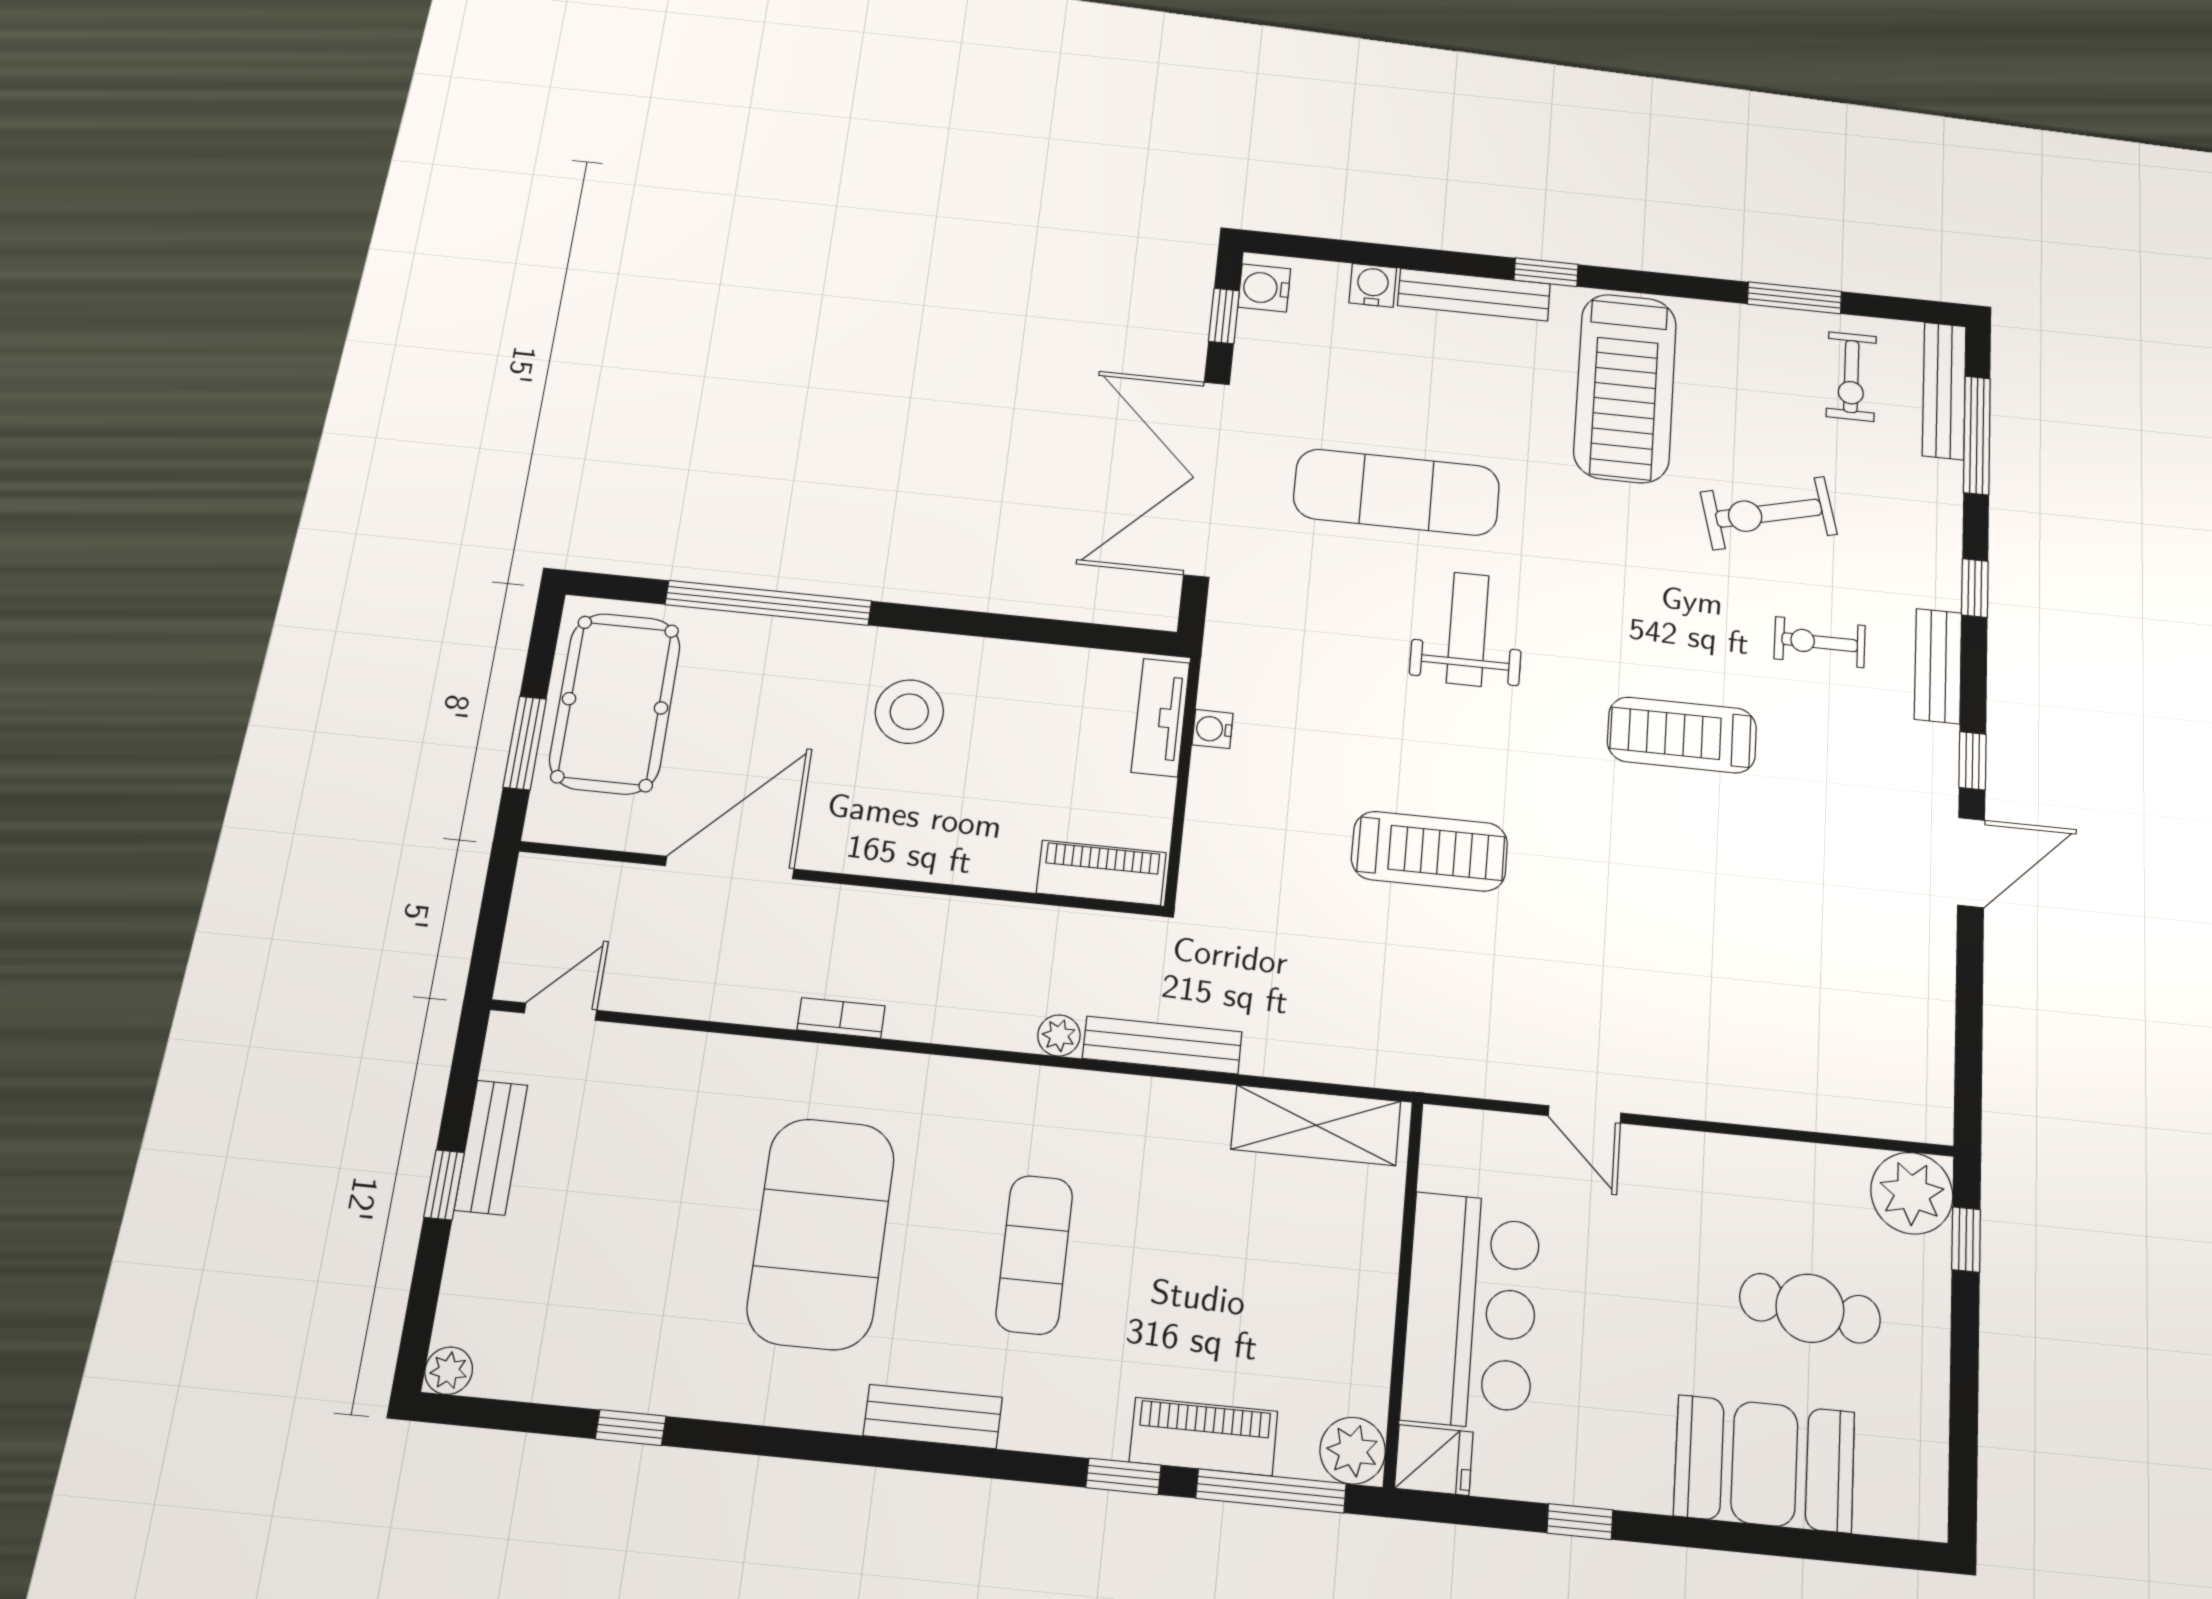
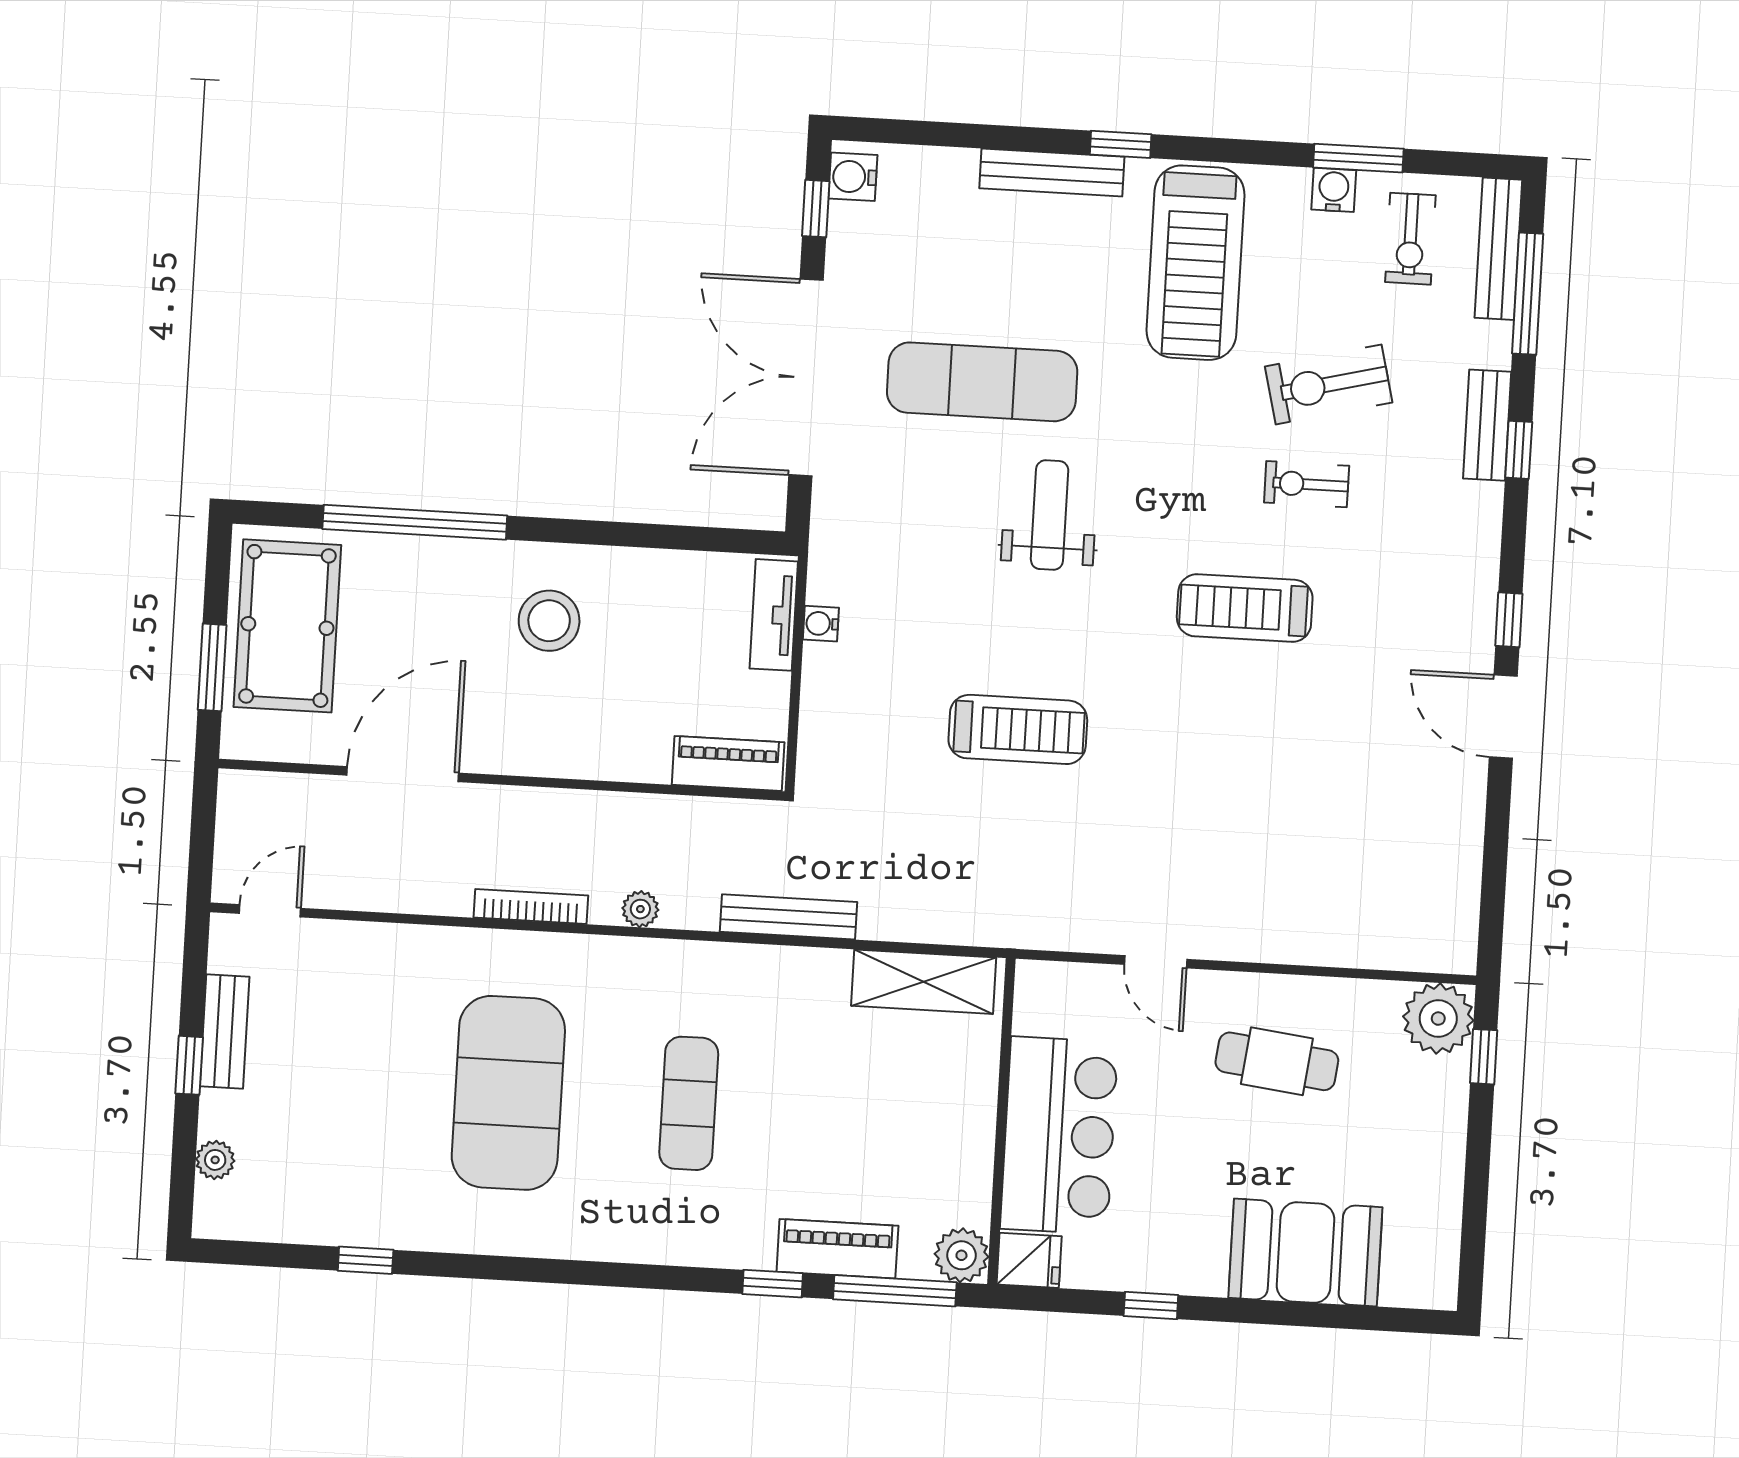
water cooler: (1373, 285) -> (1334, 190), moved
exercise bike: (1820, 642) -> (1307, 484), moved
bench: (1938, 666) -> (1487, 425), moved
door: (1971, 863) -> (1503, 717), swing flipped
bookcase: (841, 1018) -> (531, 907), width x1.56
plant: (1059, 1035) -> (640, 909), moved
cafe table: (1810, 1308) -> (1277, 1061), moved
plant: (449, 1371) -> (215, 1160), moved
bench: (933, 1417) -> (613, 1241), removed

